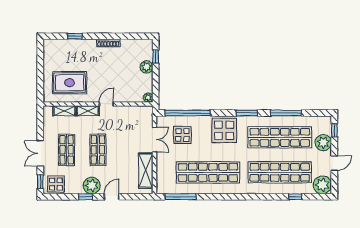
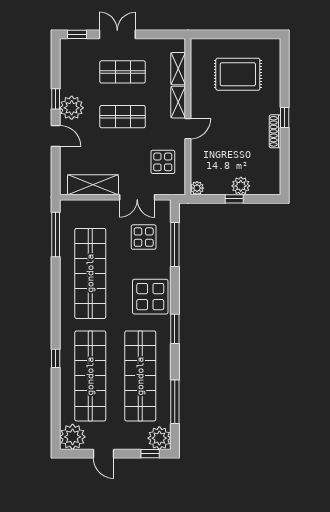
window: (75, 36) -> (285, 117), moved
window: (156, 57) -> (234, 199), moved
rug: (70, 83) -> (238, 74), moved, turned 90
door: (106, 104) -> (188, 129), hinge flipped
window: (188, 113) -> (175, 245), width x0.68
window: (286, 113) -> (175, 402), moved
plant: (323, 143) -> (159, 438), moved
display table: (56, 184) -> (163, 162), moved
window: (295, 197) -> (56, 358), moved

